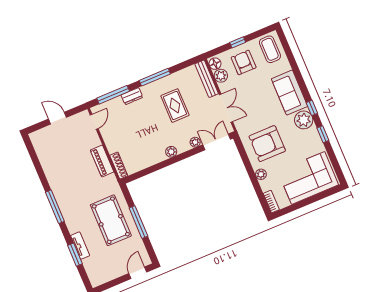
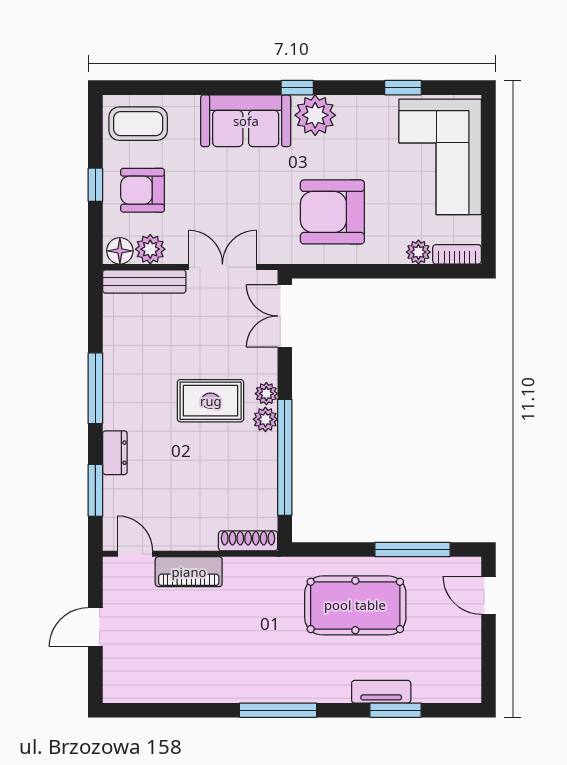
window: (113, 95) -> (95, 490), width x0.69
rug: (175, 106) -> (211, 401), moved
window: (323, 134) -> (403, 88), moved
plant: (195, 142) -> (266, 394), moved
armchair: (267, 144) -> (332, 212), turned 90
piano: (102, 161) -> (189, 572), moved
window: (159, 166) -> (285, 457), added
plant: (261, 174) -> (418, 252), moved
window: (138, 222) -> (413, 550), moved

